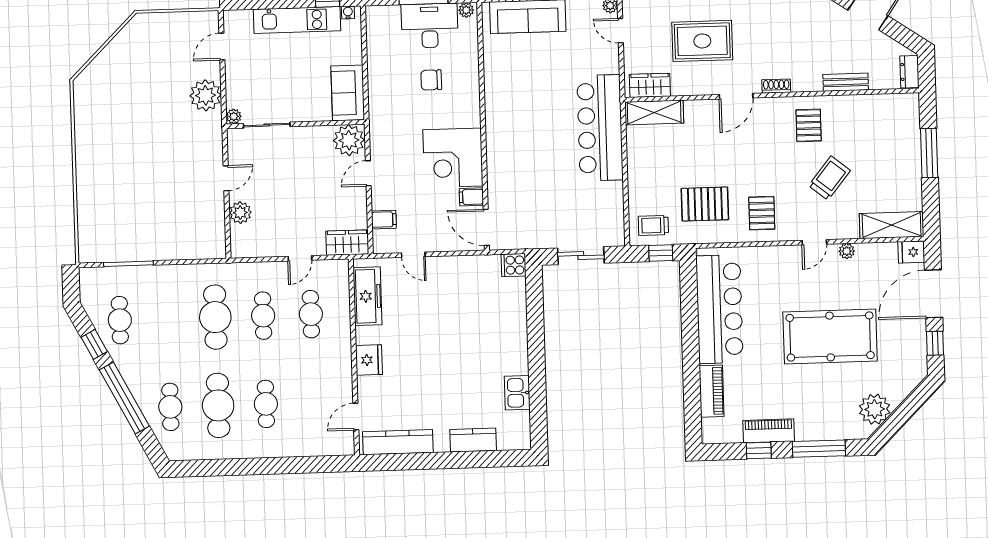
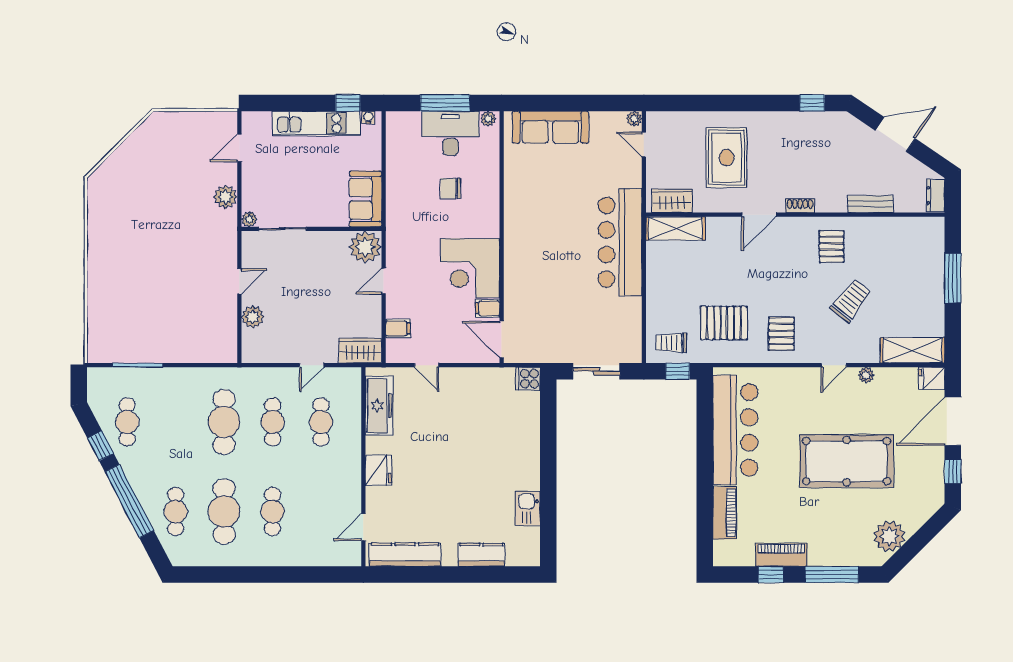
rug: (702, 41) -> (727, 158), turned 90
plant: (206, 95) -> (226, 197), width x0.73, depth x0.73

